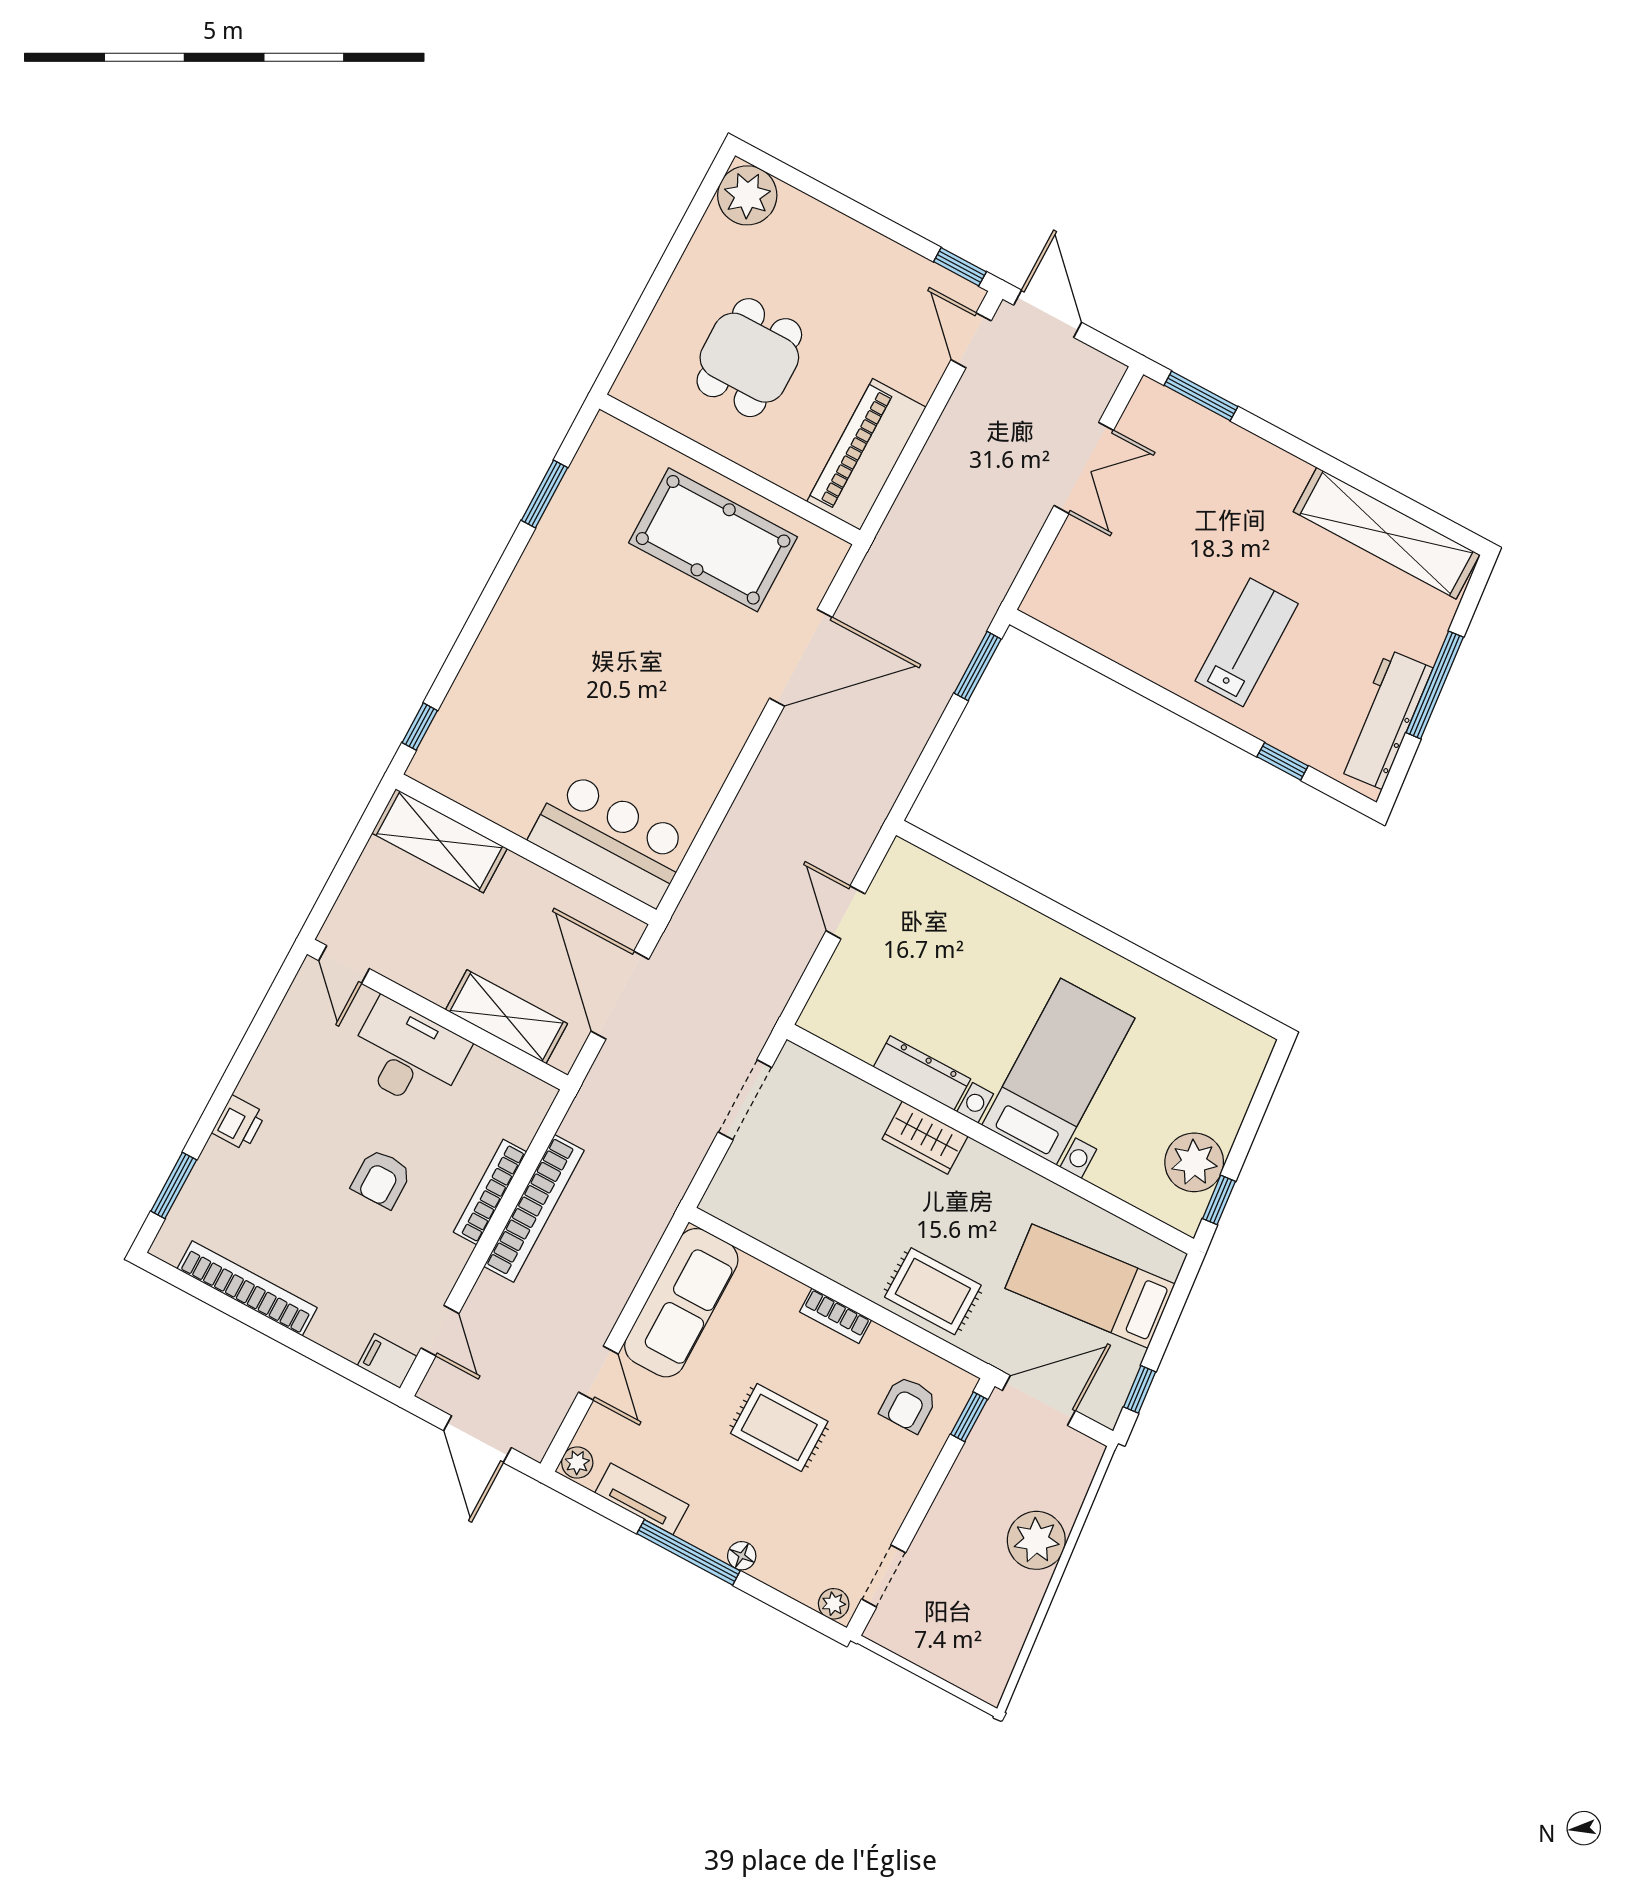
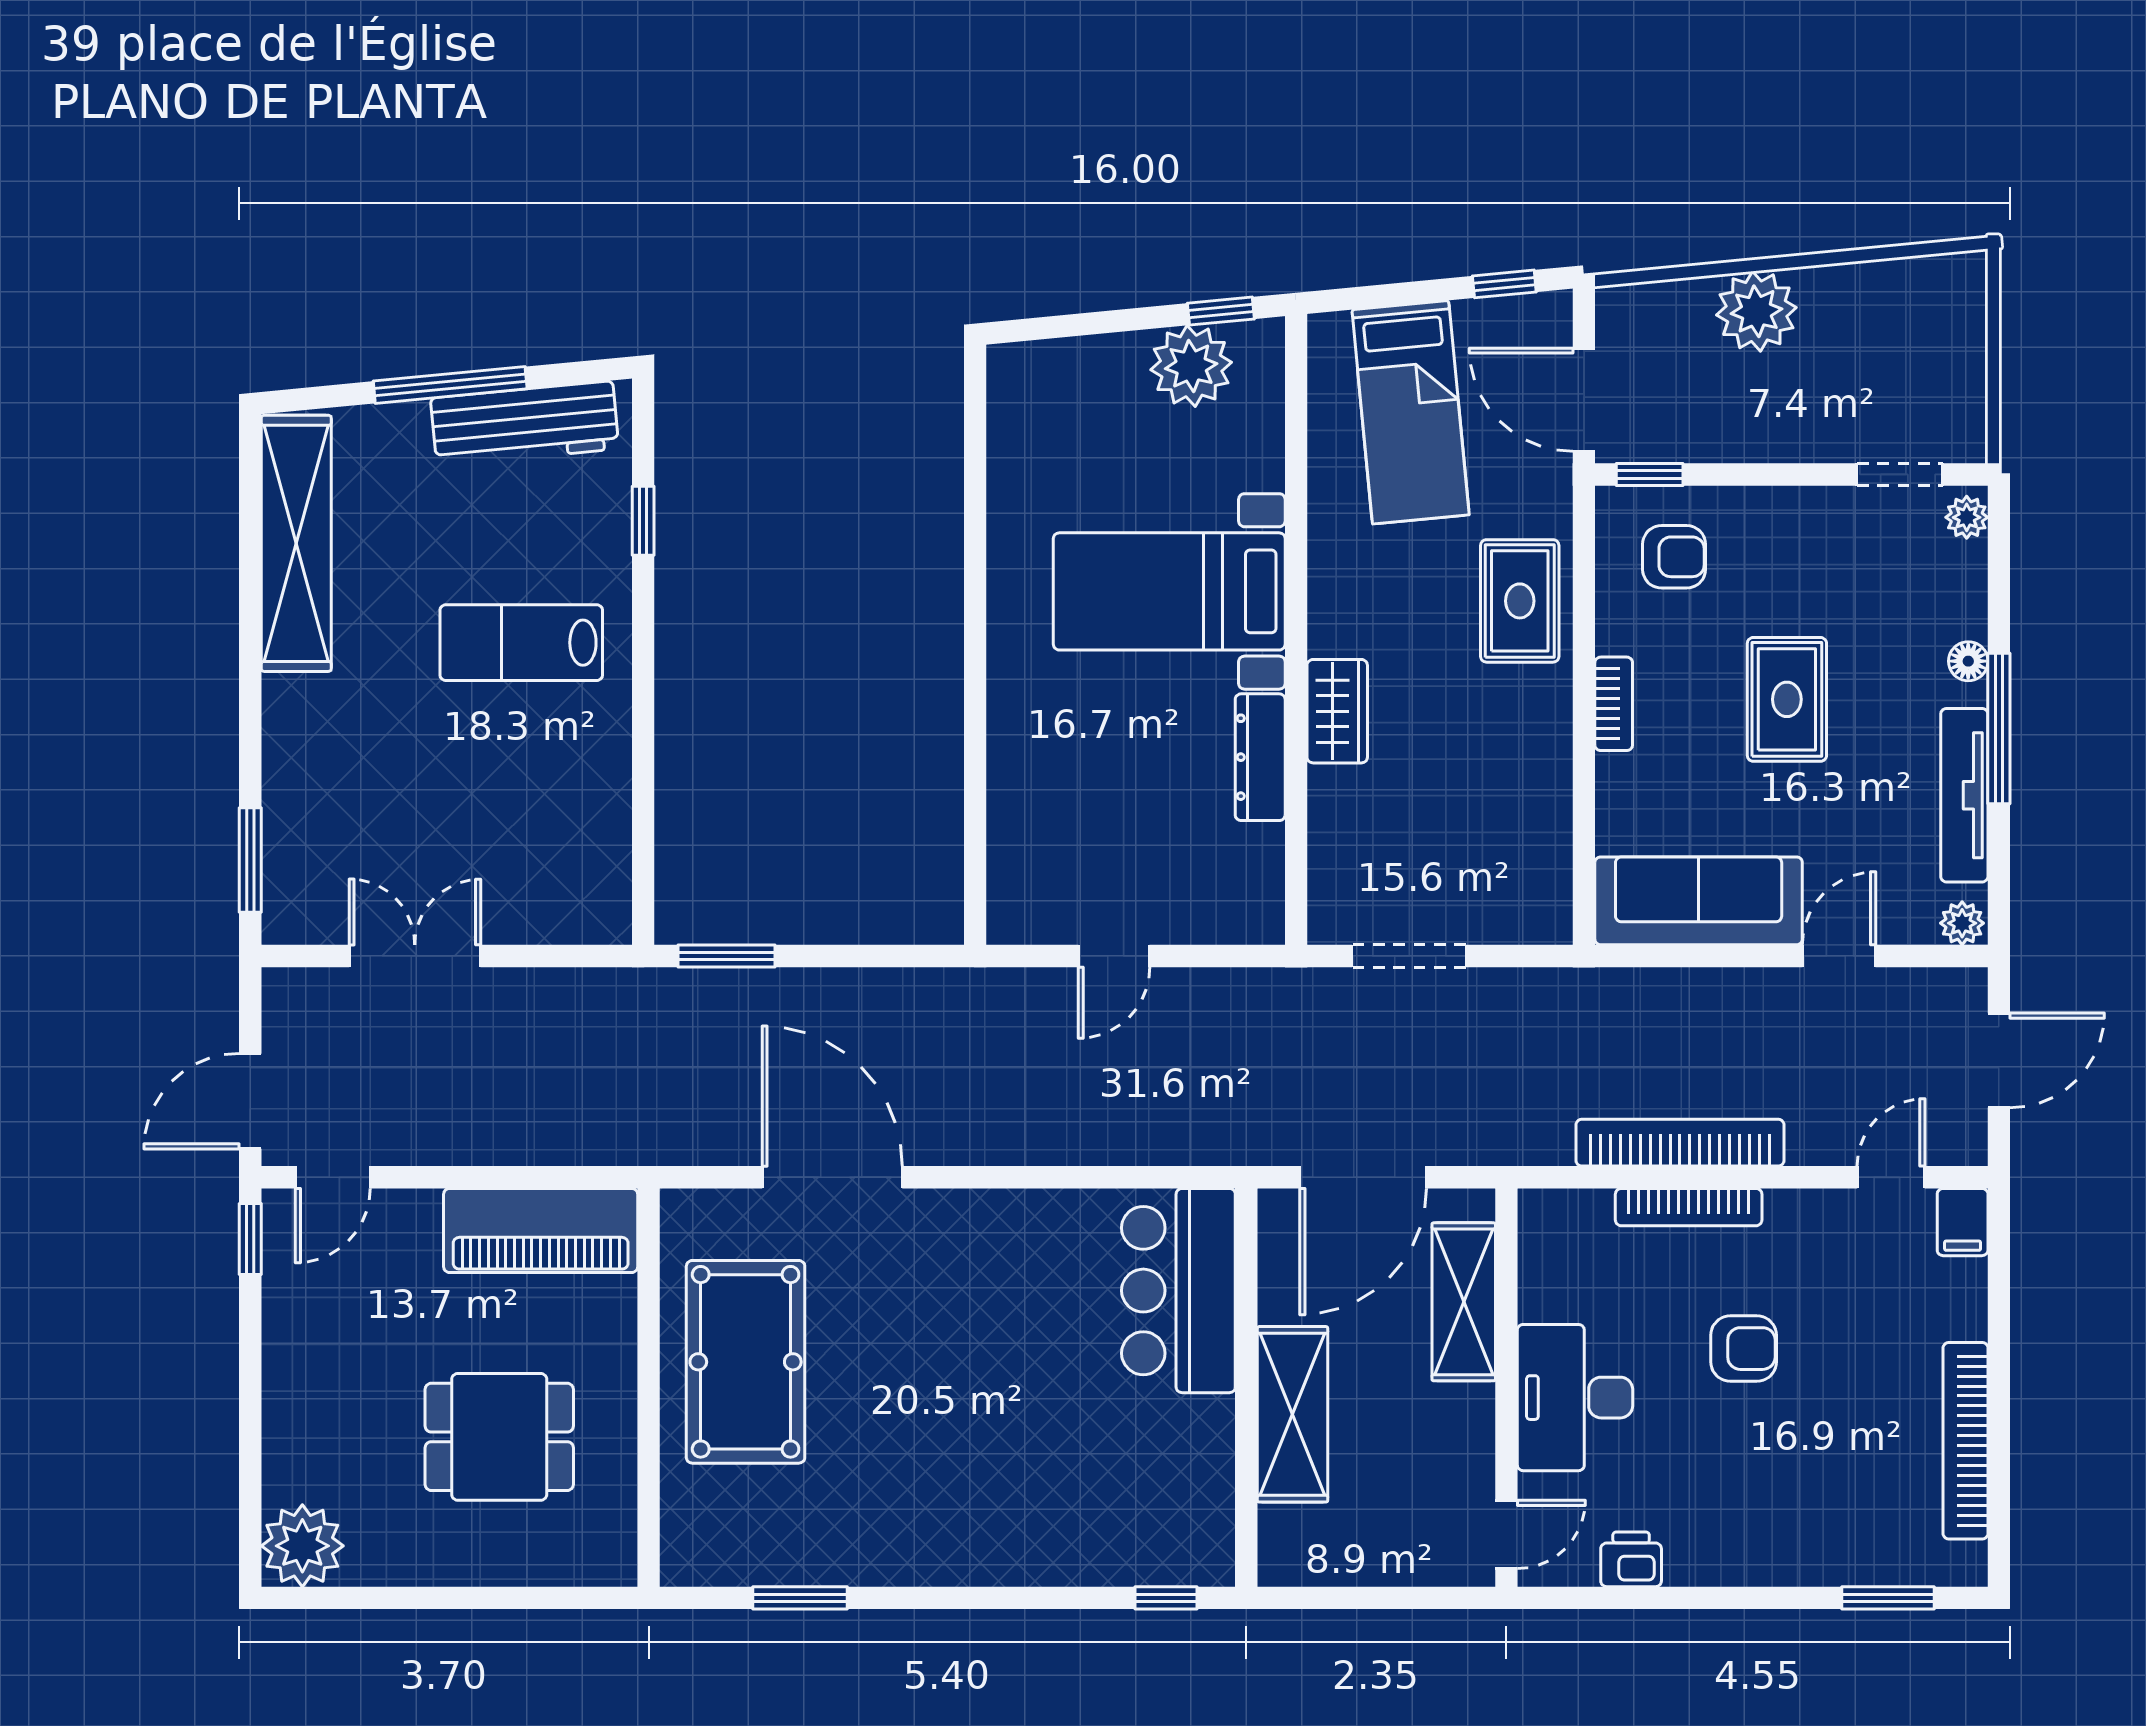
shelving: (440, 841) -> (1293, 1414), moved
printer: (239, 1123) -> (1631, 1559), moved
tv unit: (642, 1499) -> (1964, 795), width x1.41

